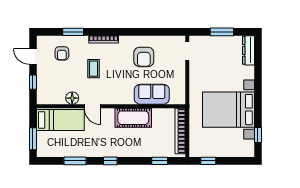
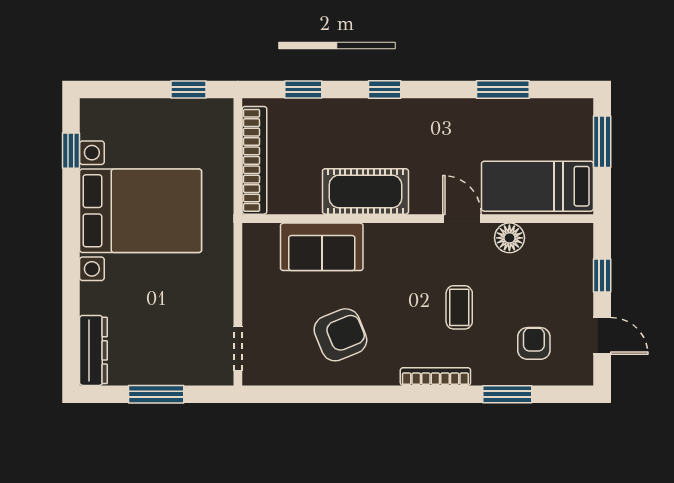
armchair: (144, 57) -> (340, 335), turned 68
window: (110, 161) -> (385, 90), moved

